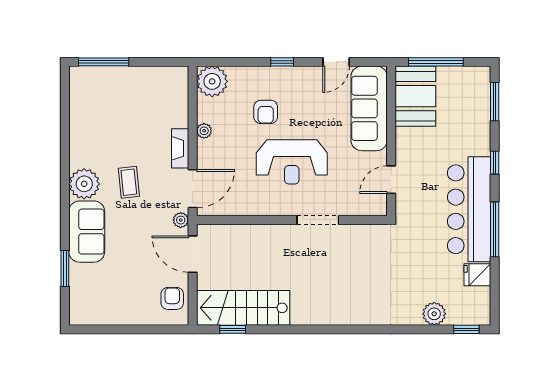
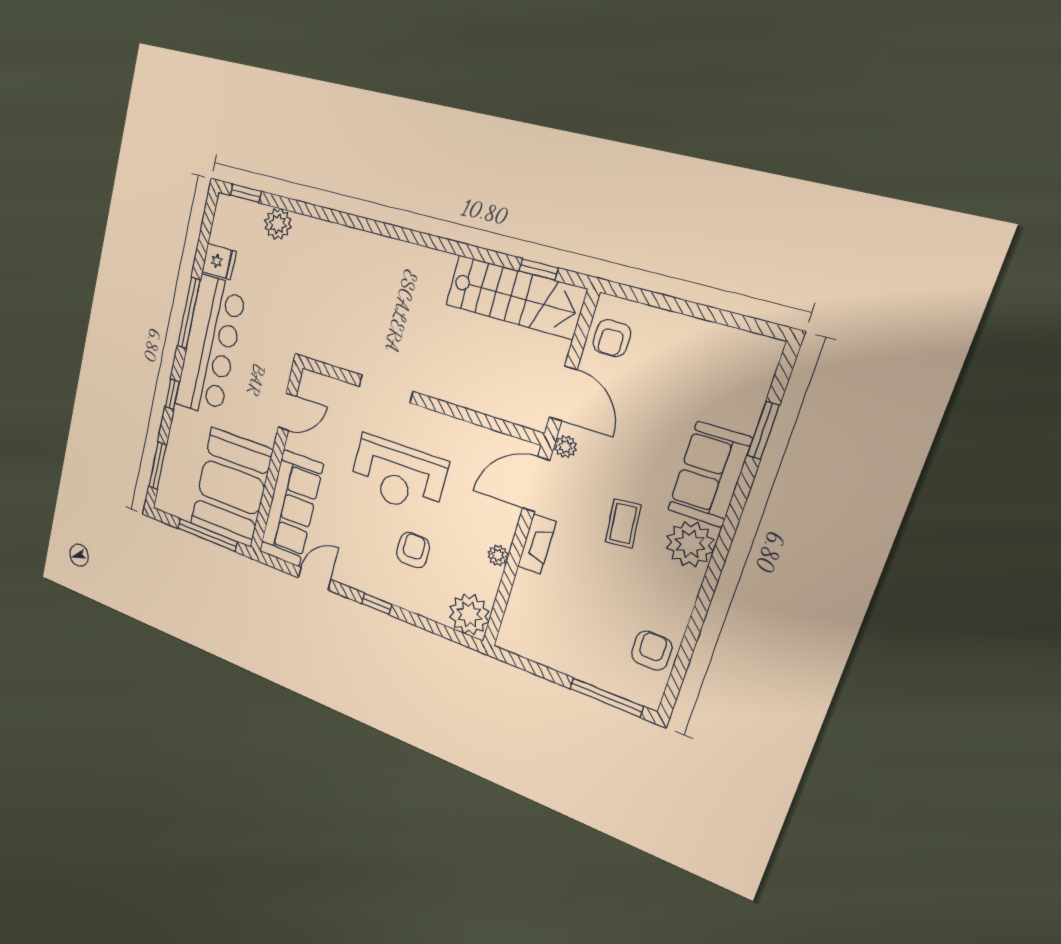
booth: (415, 96) -> (231, 487), width x1.36, depth x1.42
armchair: (85, 106) -> (652, 651), added
reception desk: (292, 162) -> (398, 475), turned 180

